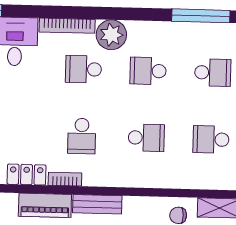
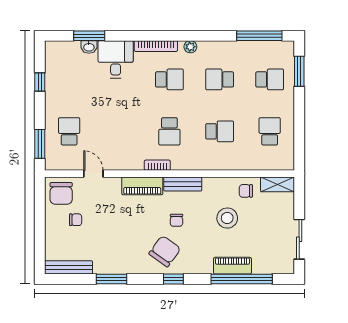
plant: (111, 35) -> (190, 47), width x0.53, depth x0.53
school desk: (83, 69) -> (169, 79), turned 180
school desk: (211, 139) -> (270, 131), turned 90
locker: (27, 175) -> (127, 162), removed

